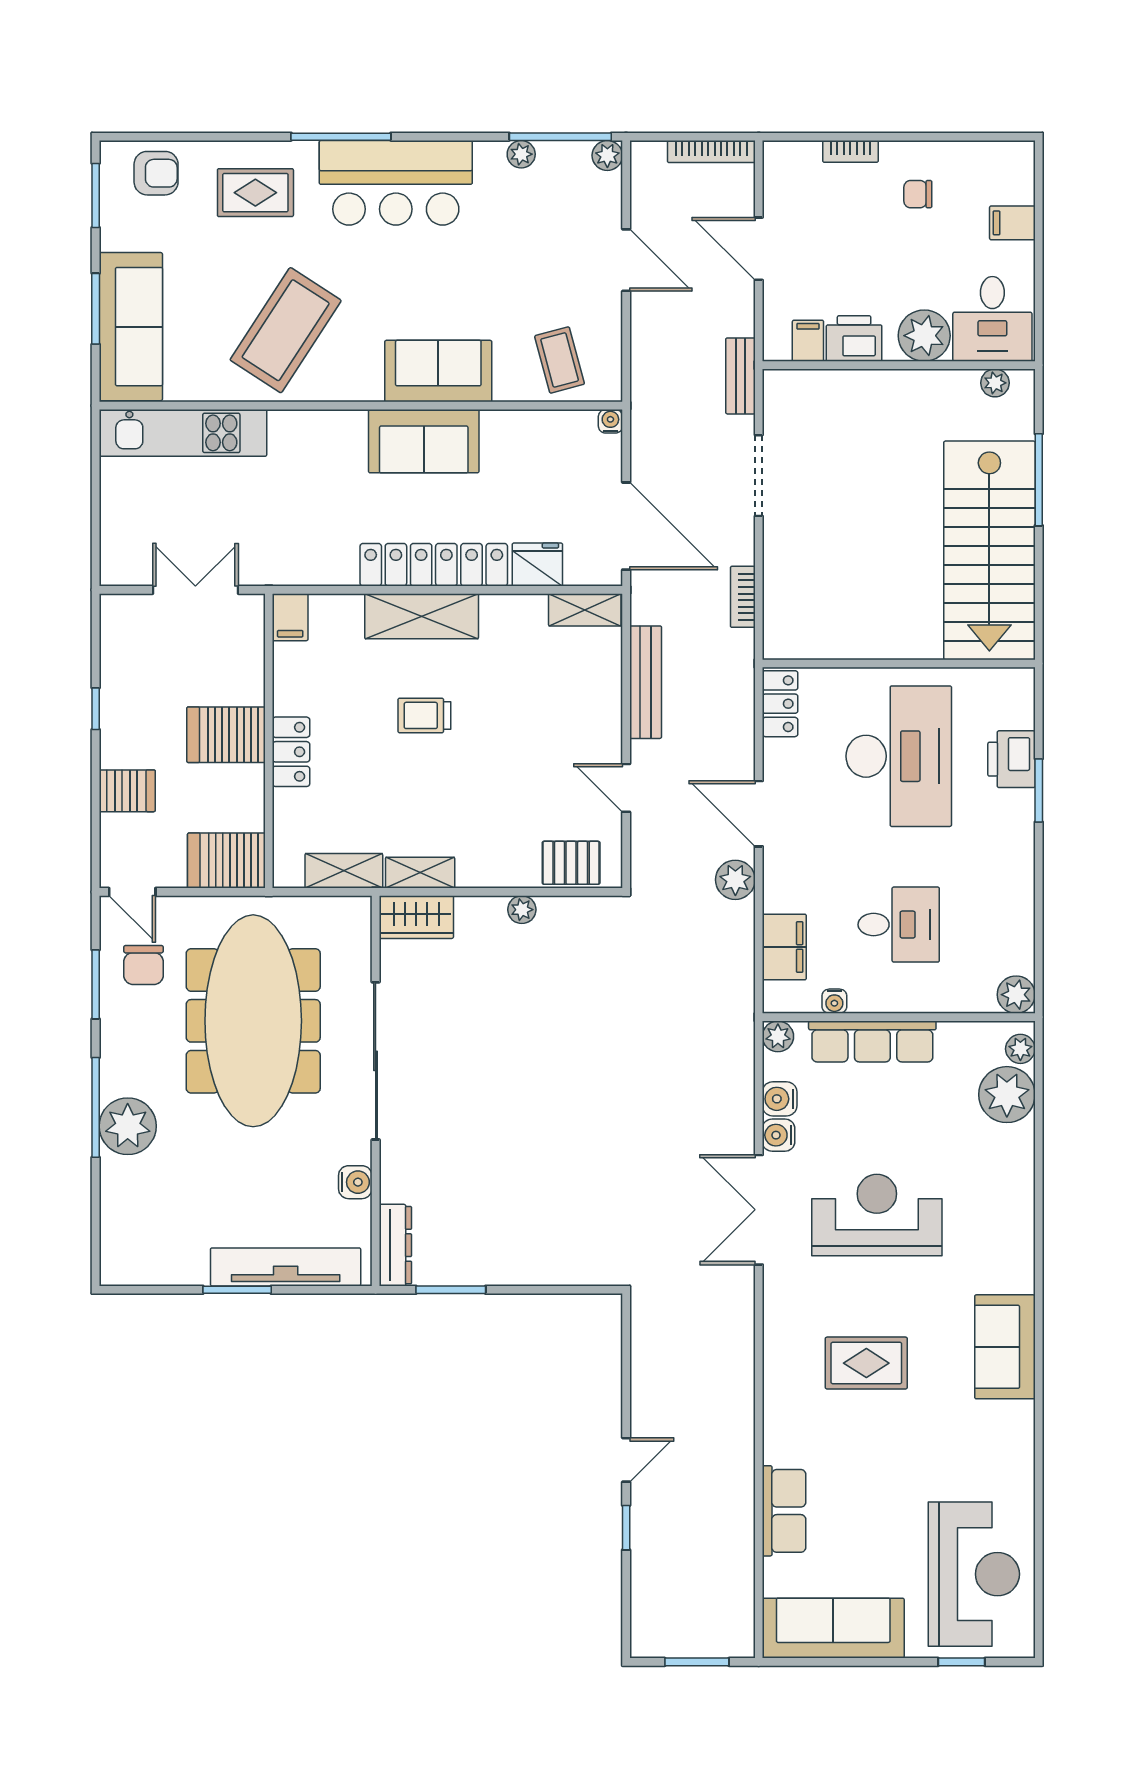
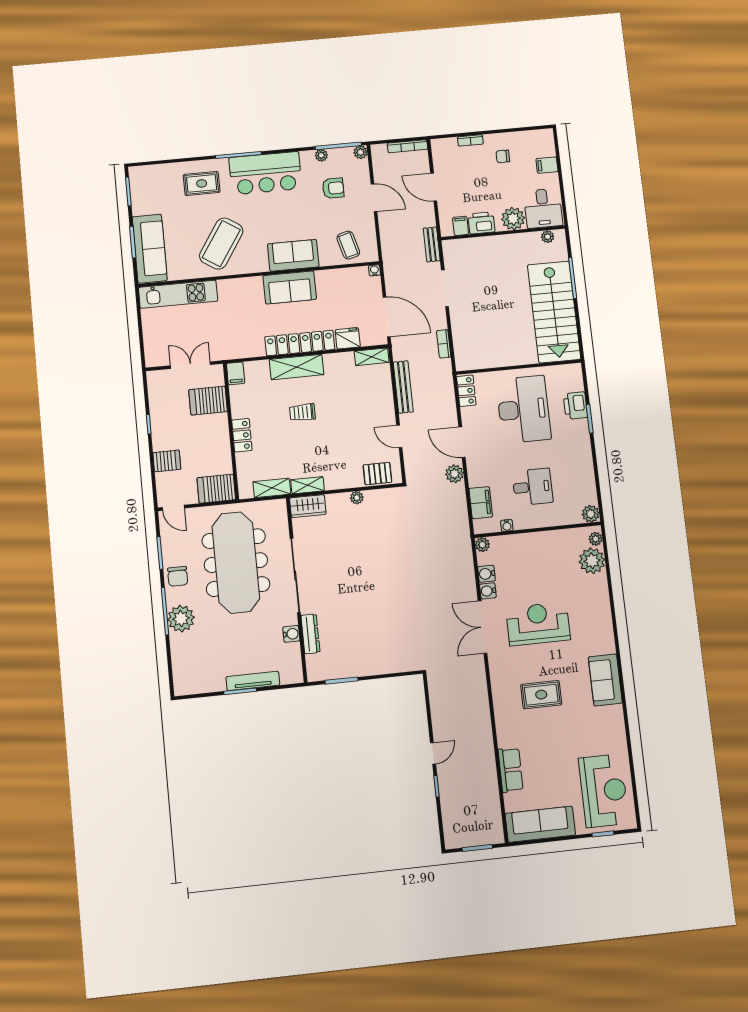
armchair: (156, 173) -> (333, 188), moved
server rack: (226, 735) -> (208, 401), moved
chair: (143, 965) -> (178, 576), moved
row of seats: (872, 1041) -> (527, 542), removed
dresser: (395, 1245) -> (310, 634), moved
tv unit: (286, 1267) -> (253, 681), width x0.73, depth x0.78

